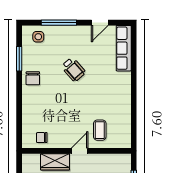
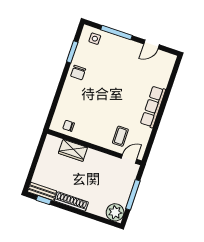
row of seats: (124, 48) -> (153, 107), moved
wheelchair: (73, 70) -> (115, 77), removed
door: (80, 151) -> (129, 159), moved

